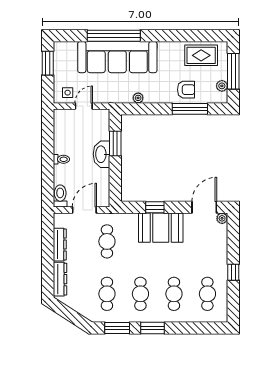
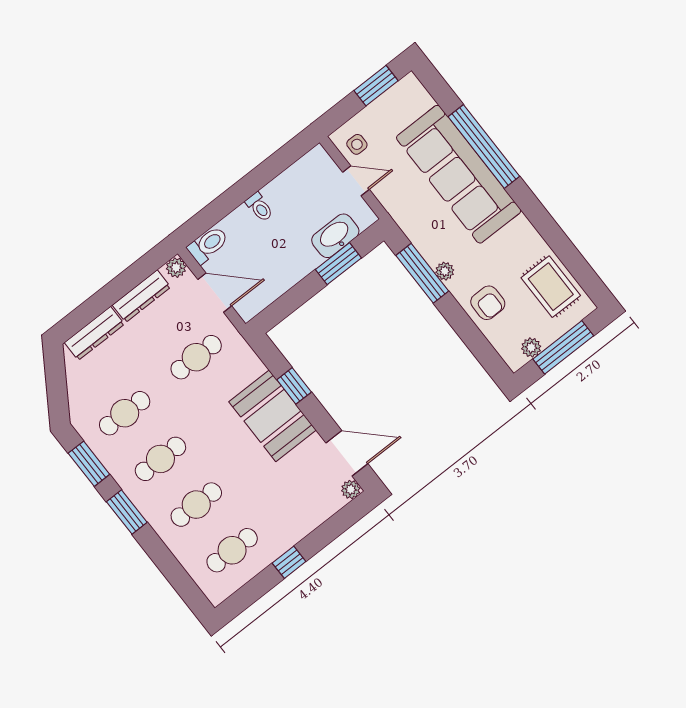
plant: (138, 98) -> (445, 271), moved
window: (190, 109) -> (422, 273), moved
washbasin: (101, 154) -> (335, 236), moved
plant: (59, 219) -> (176, 268), added

